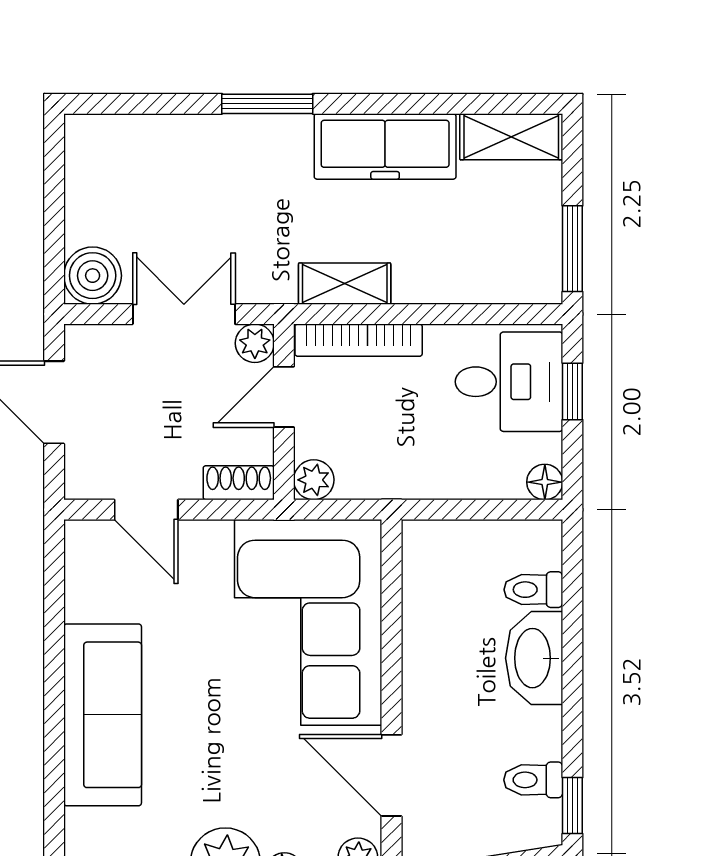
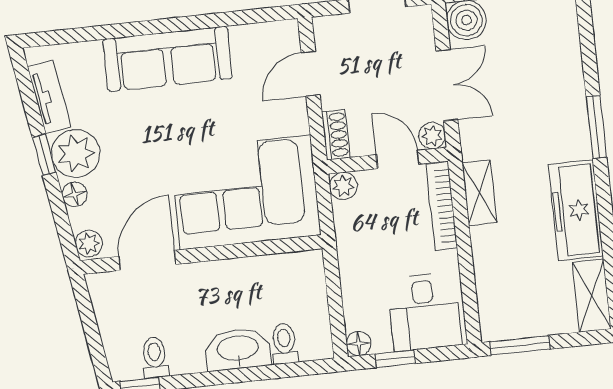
window: (572, 391) -> (395, 359), moved

